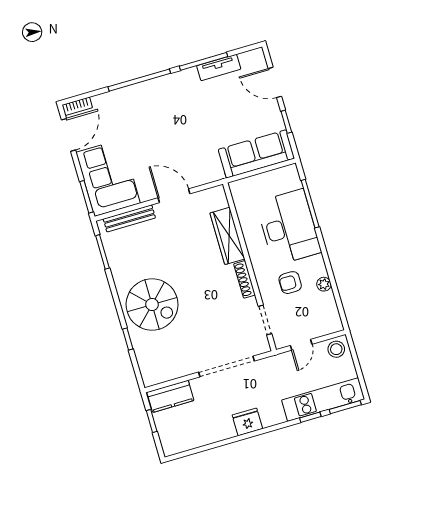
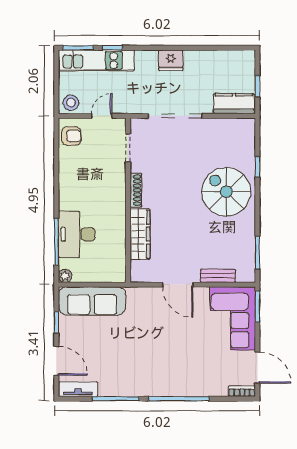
tv unit: (219, 67) -> (78, 389), moved
door: (68, 135) -> (257, 368), swing flipped
bench: (129, 218) -> (218, 276), width x0.73
desk: (289, 227) -> (77, 234), width x0.73, depth x0.77
armchair: (290, 283) -> (71, 136), moved
plant: (324, 284) -> (65, 276), moved

